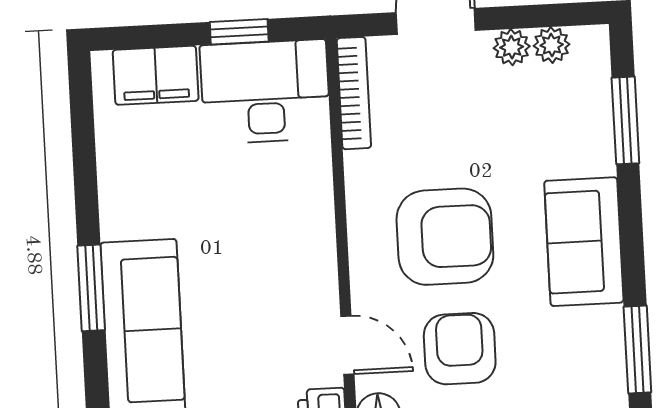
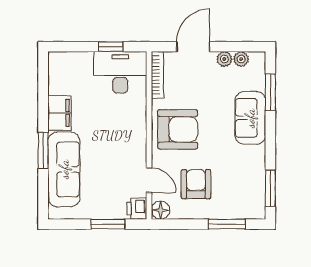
filing cabinet: (156, 75) -> (59, 113), moved, turned -90
armchair: (445, 237) -> (178, 129), moved
sofa: (584, 242) -> (250, 118), moved

